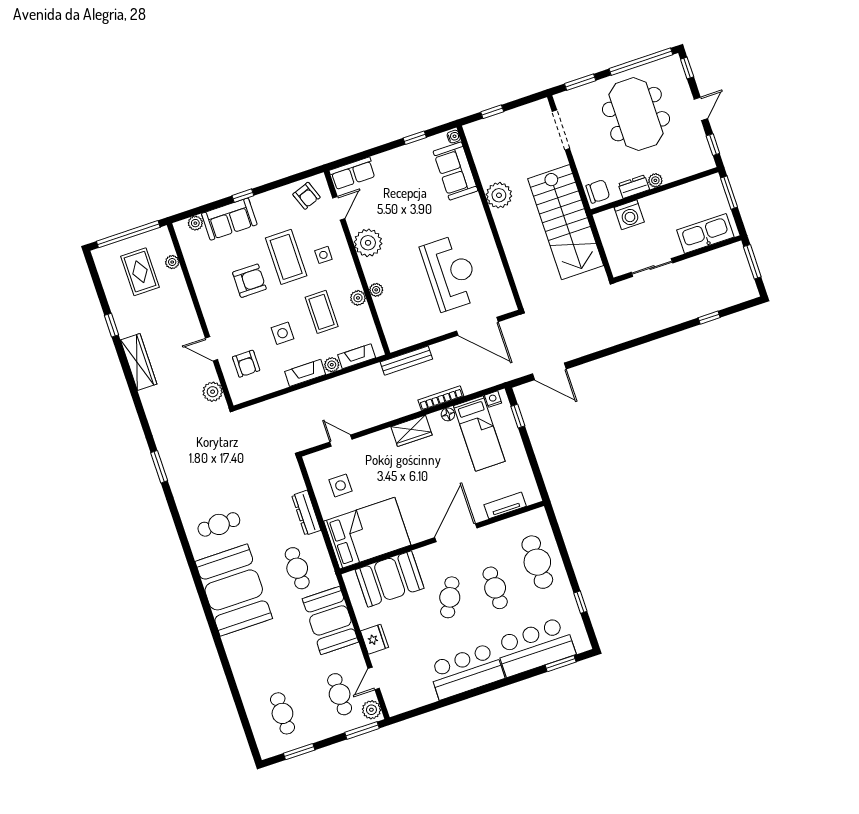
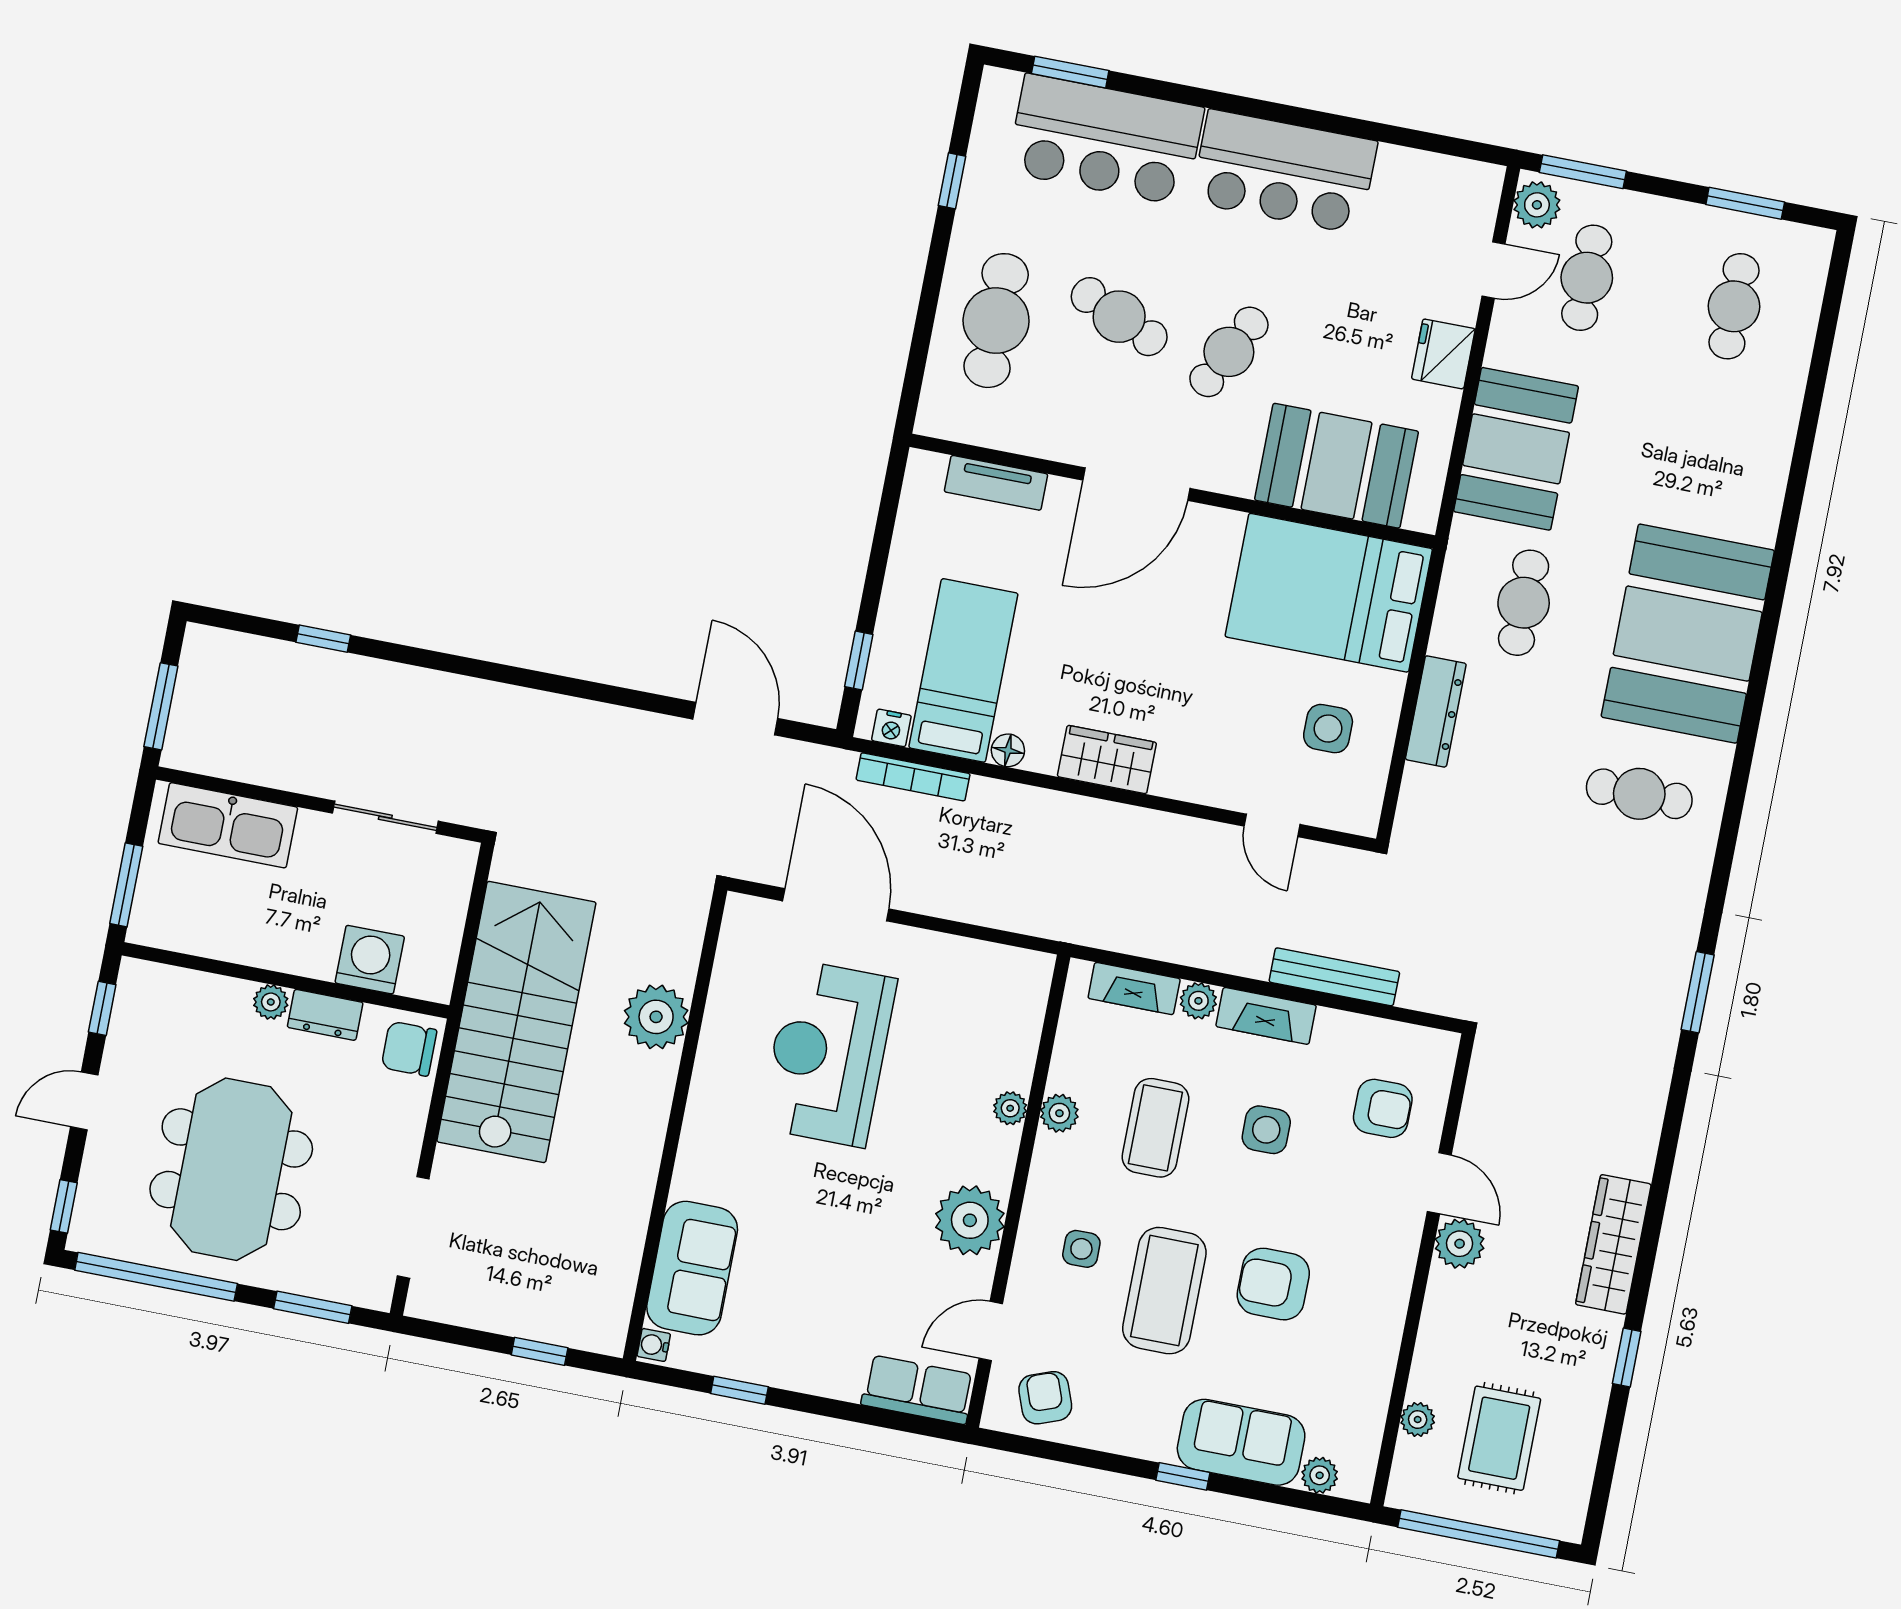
plant: (499, 195) -> (656, 1017), moved
bench: (406, 361) -> (1334, 977), moved
armchair: (246, 364) -> (1383, 1108), turned 90
plant: (213, 392) -> (1460, 1244), moved
bookcase: (441, 398) -> (913, 777), moved
cafe table: (495, 588) -> (1119, 317), turned -66

